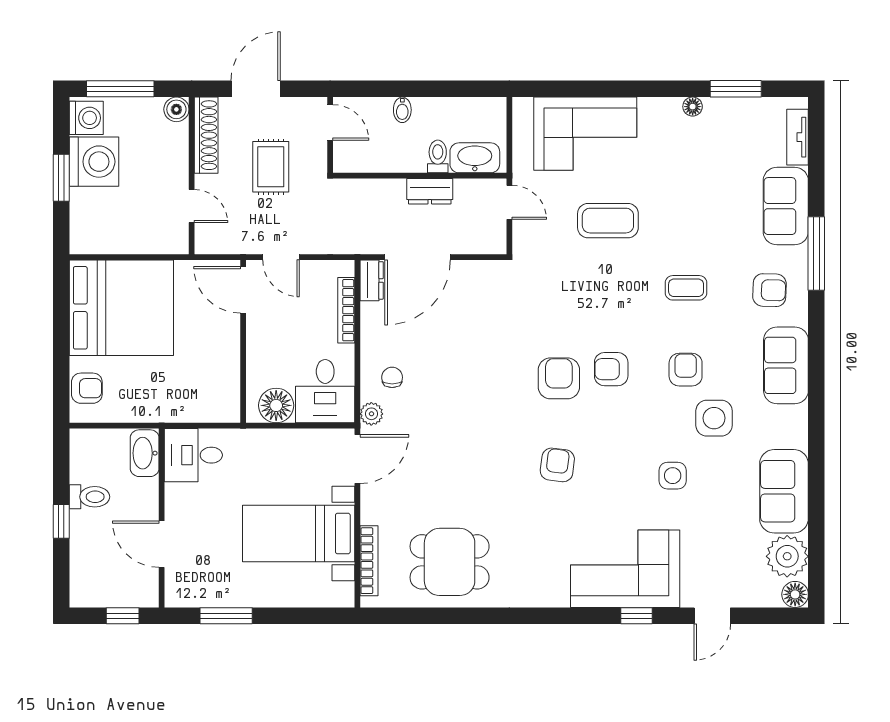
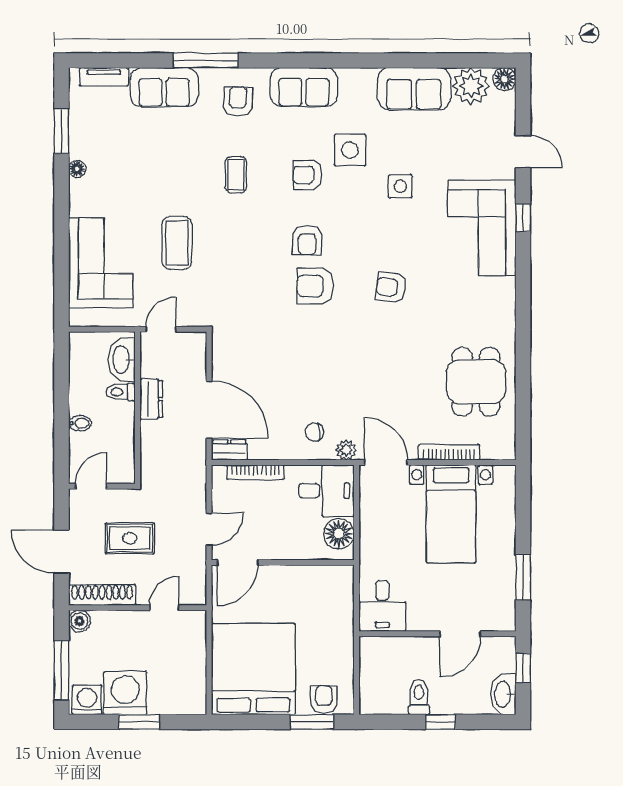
window: (61, 374) -> (312, 722), added
washbasin: (145, 453) -> (503, 694), moved, turned 90
bookcase: (369, 561) -> (449, 452), moved

